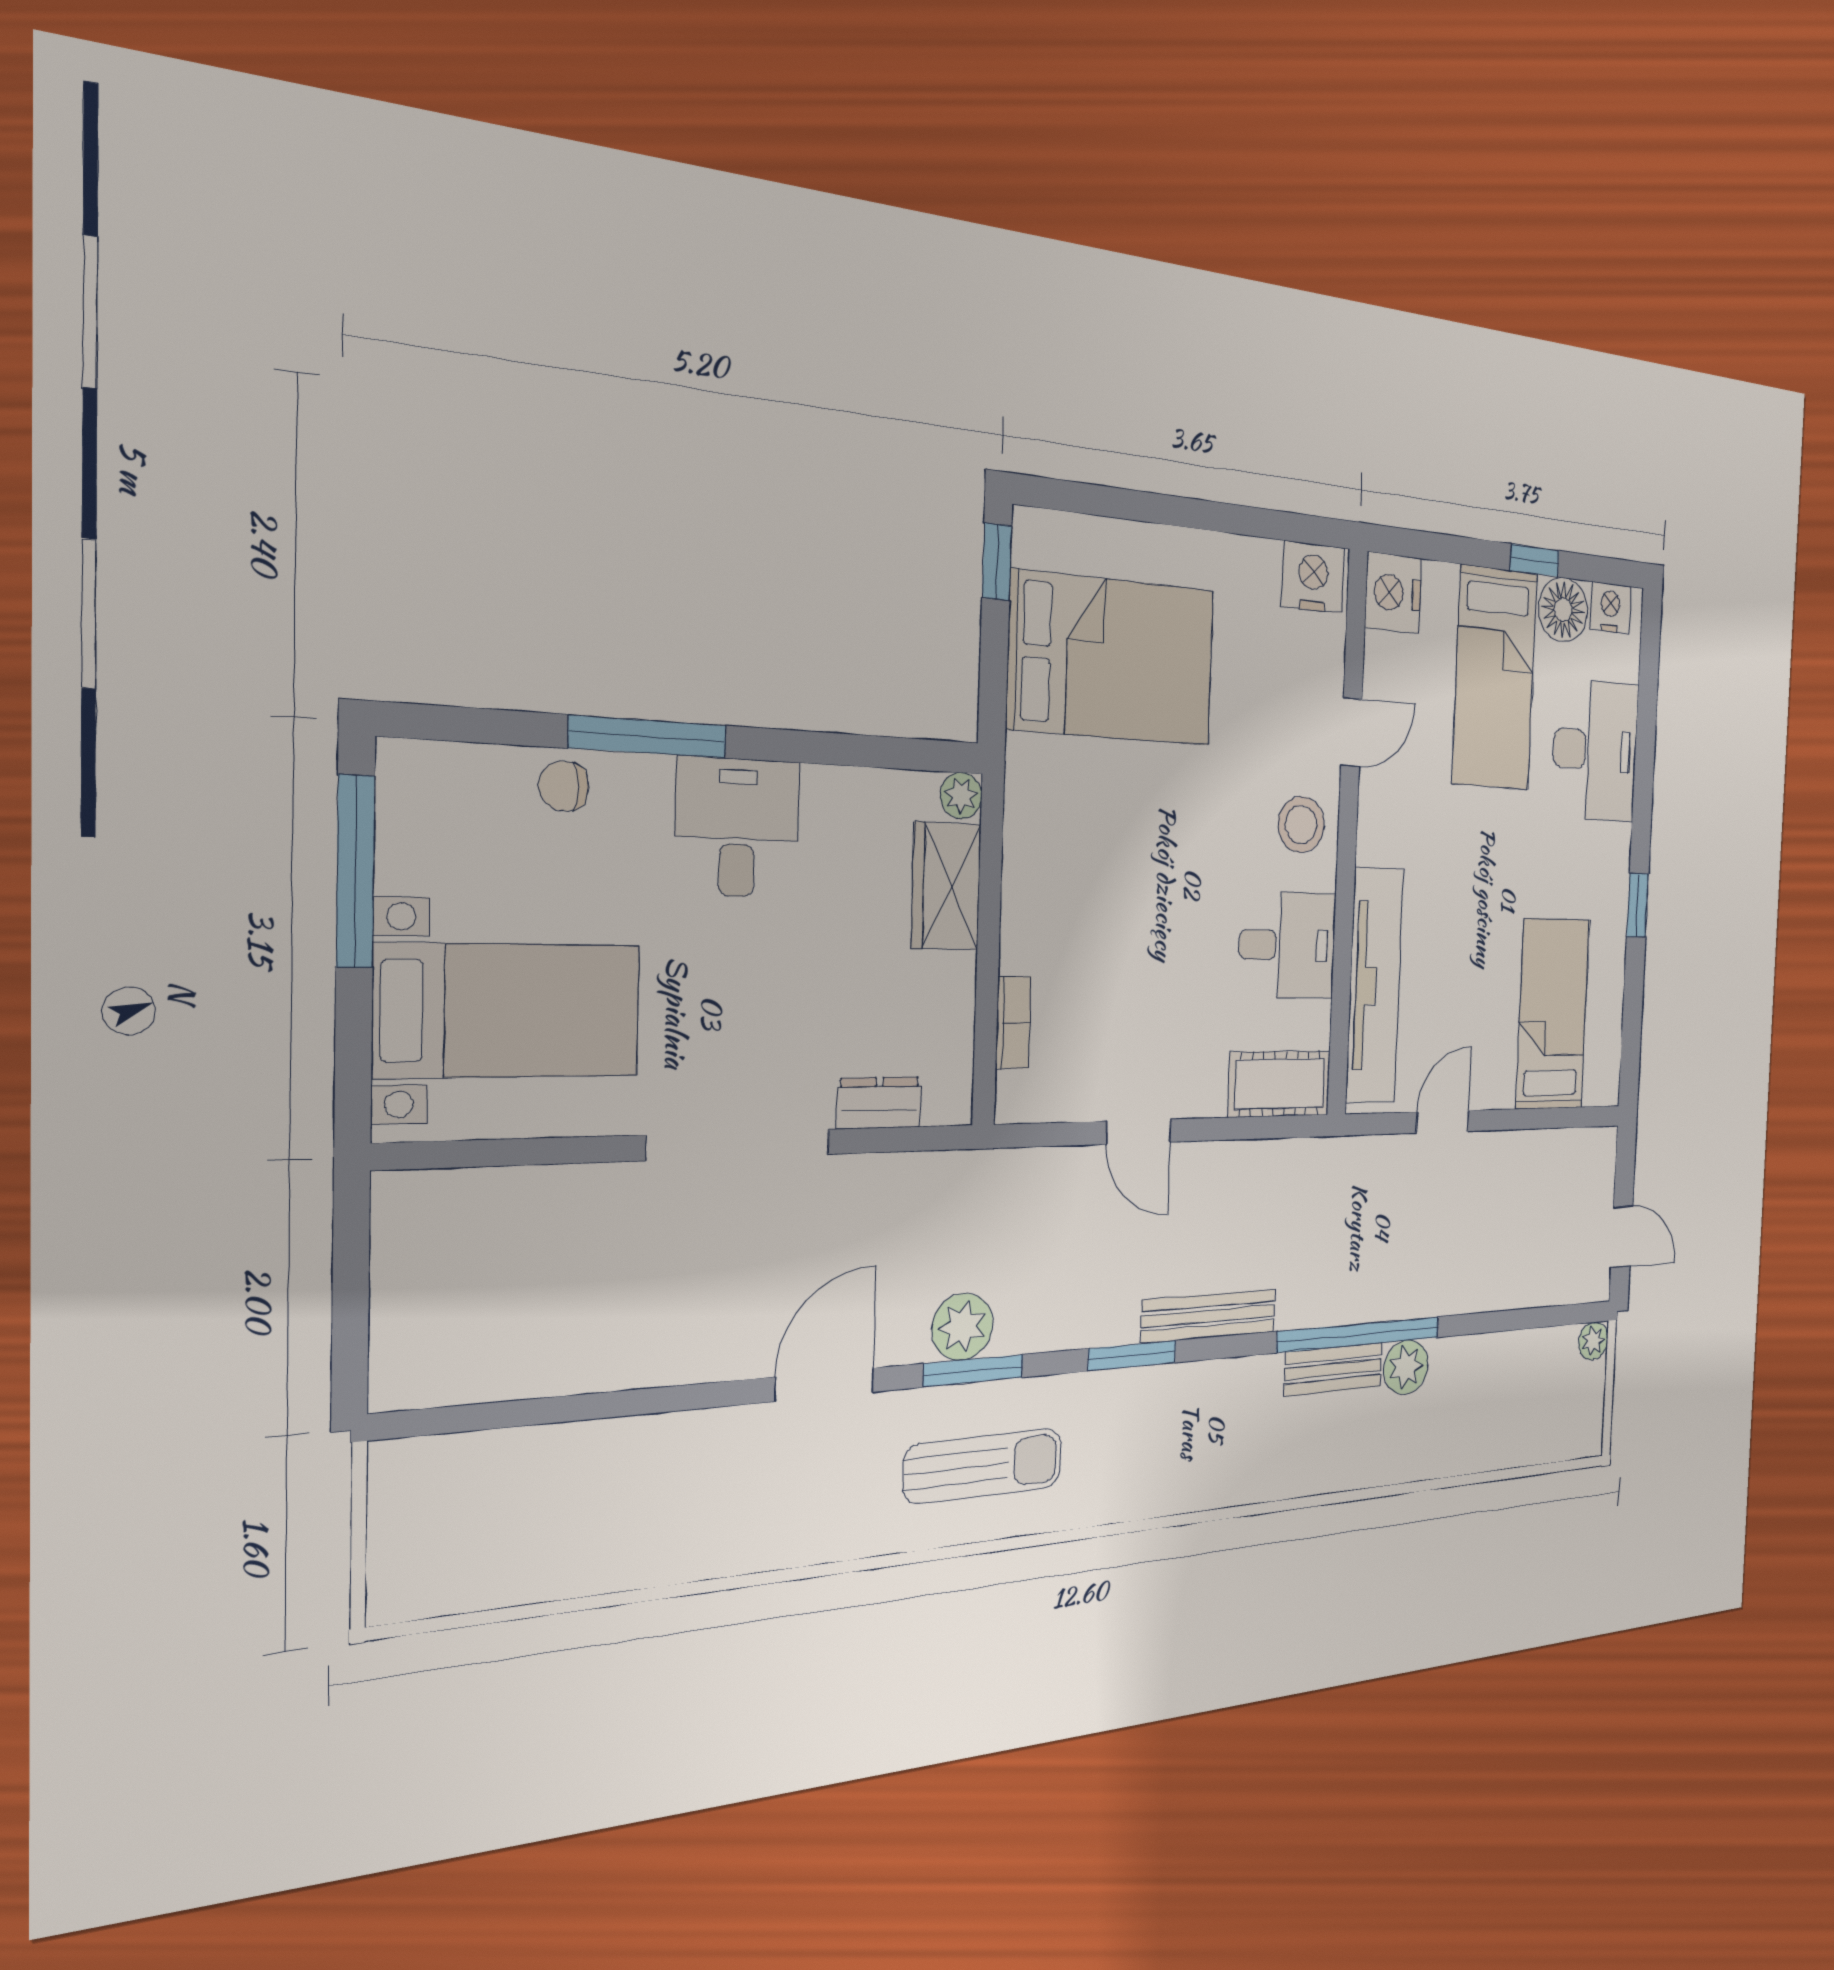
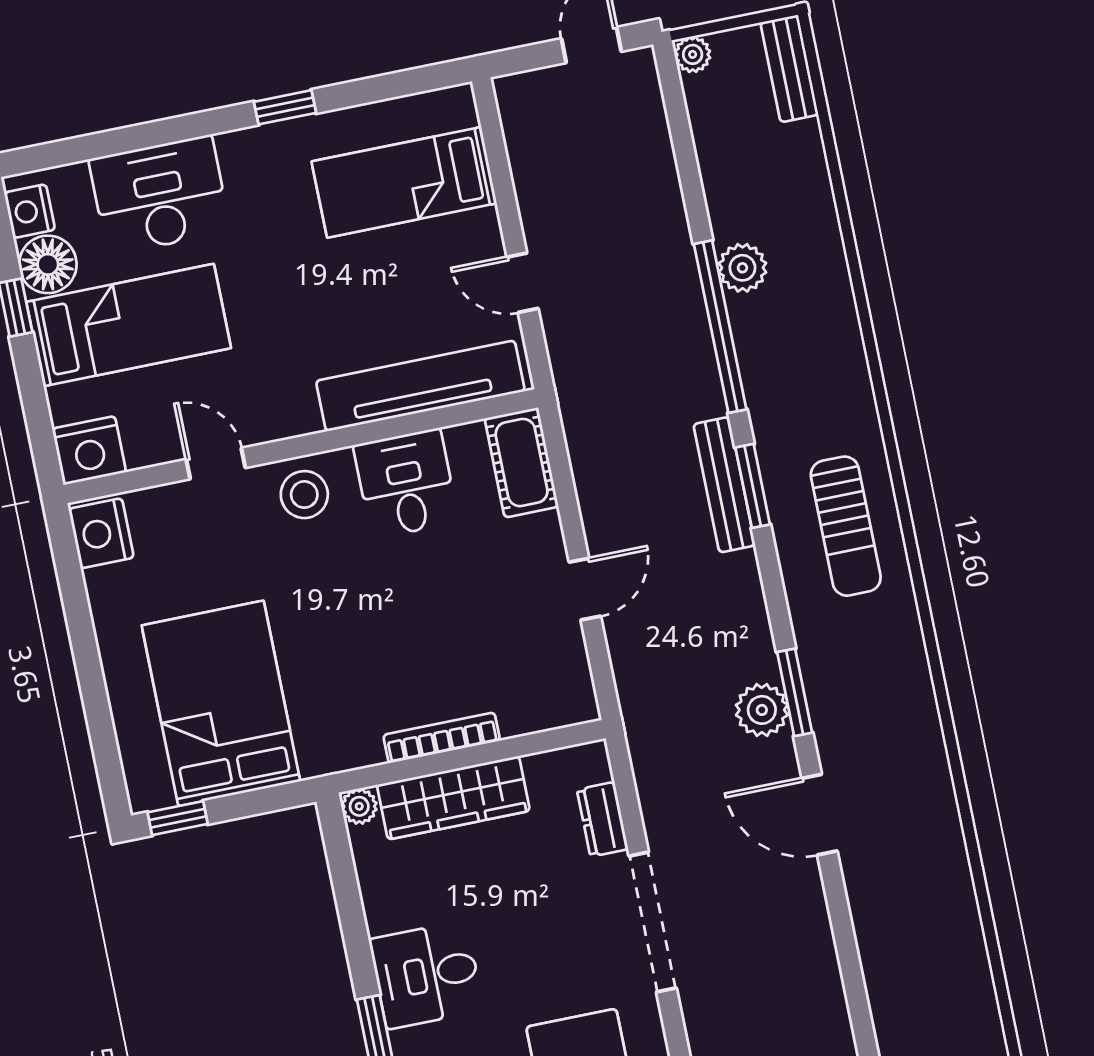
wardrobe: (946, 886) -> (453, 798), width x1.50
bookcase: (1013, 1022) -> (442, 738), moved, width x1.56
window: (1132, 1356) -> (753, 486), moved
bench: (1334, 1369) -> (789, 69), moved
sun lounger: (983, 1466) -> (846, 526), moved, turned 180

